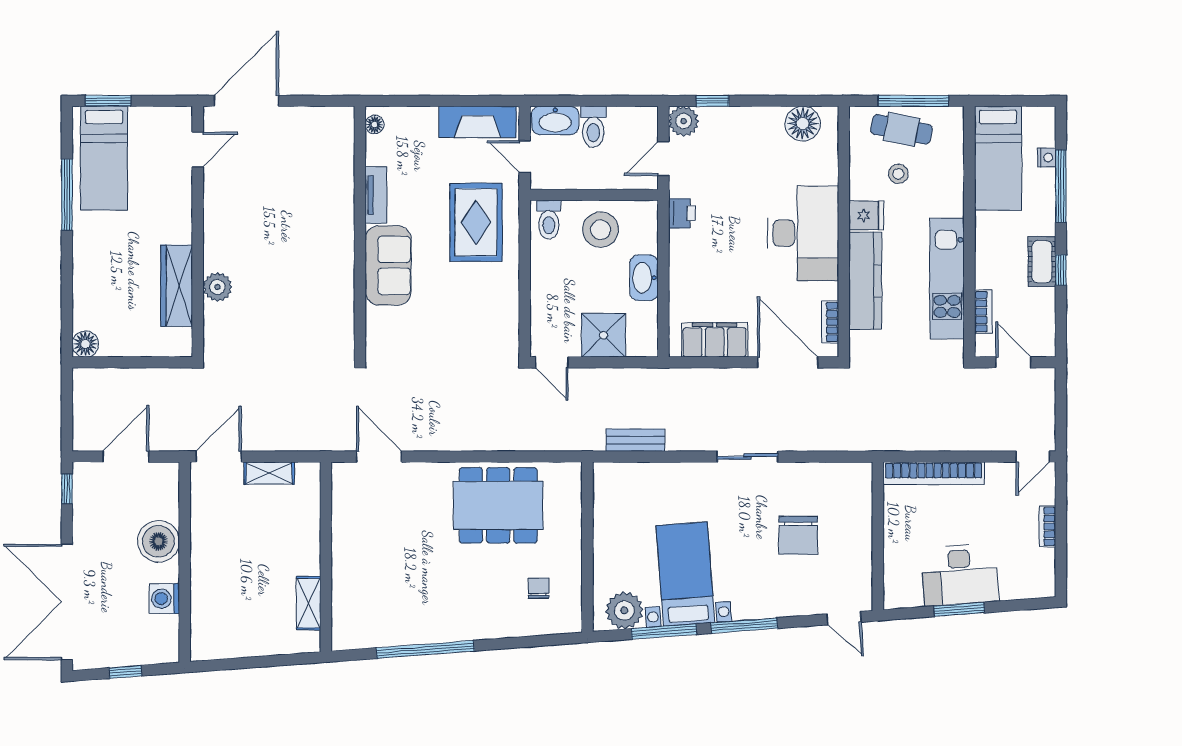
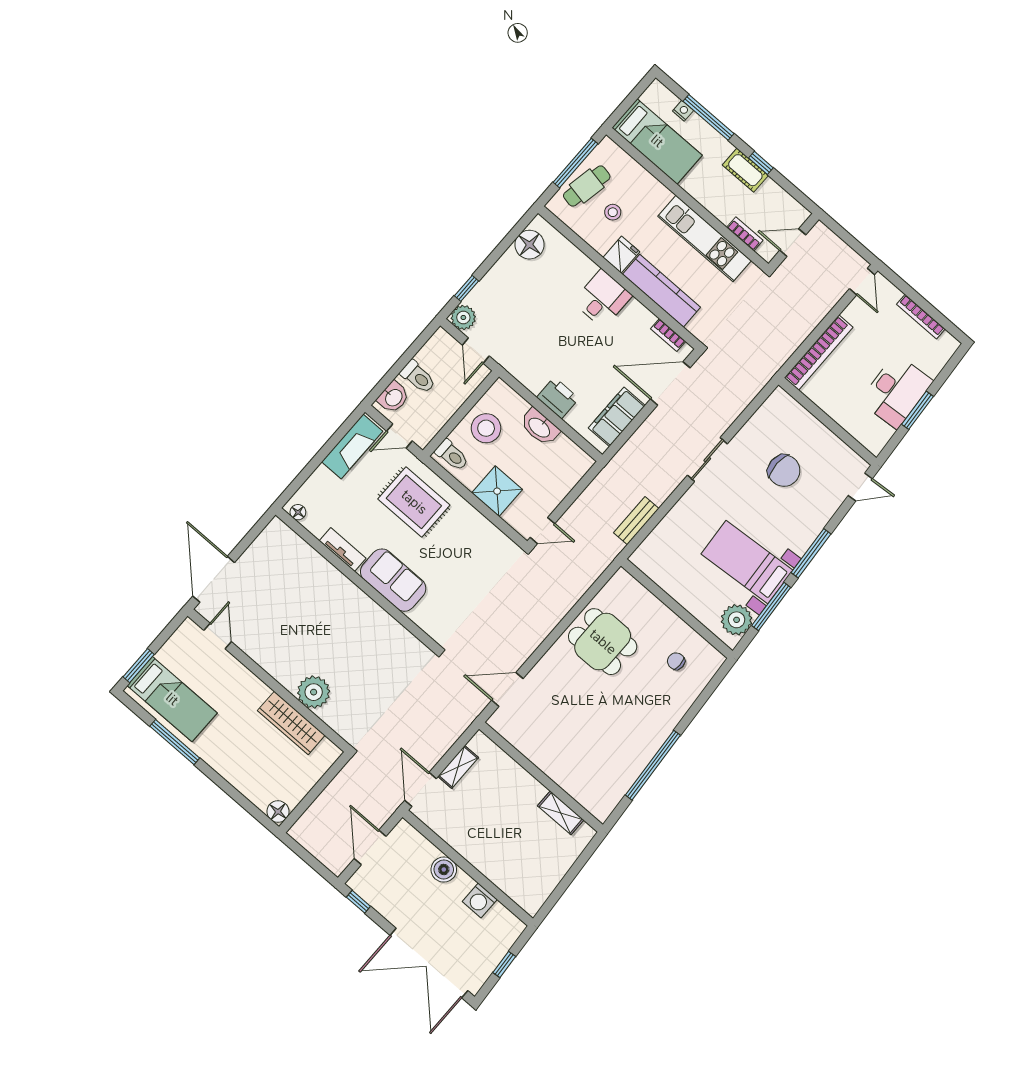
washbasin: (555, 120) -> (393, 397), width x0.72
printer: (682, 213) -> (558, 398), moved, width x1.36, depth x1.24
desk: (803, 233) -> (602, 299), width x0.53, depth x0.77
plant: (217, 287) -> (314, 692), width x1.36, depth x1.36
shower: (604, 335) -> (497, 491), moved
dining table: (498, 505) -> (603, 642), width x0.73
bookcase: (1047, 526) -> (921, 317), width x1.56
boiler: (158, 541) -> (444, 869), width x0.73, depth x0.73

